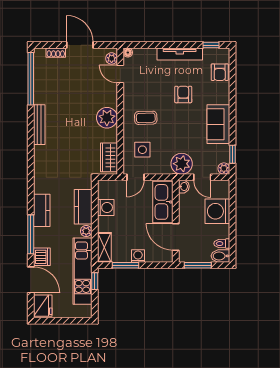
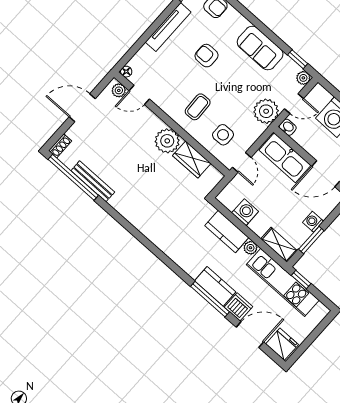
shoe rack: (56, 53) -> (60, 146), moved
bench: (39, 125) -> (93, 181), moved
wardrobe: (109, 157) -> (192, 160), moved
kitchen counter: (42, 210) -> (215, 286), moved

